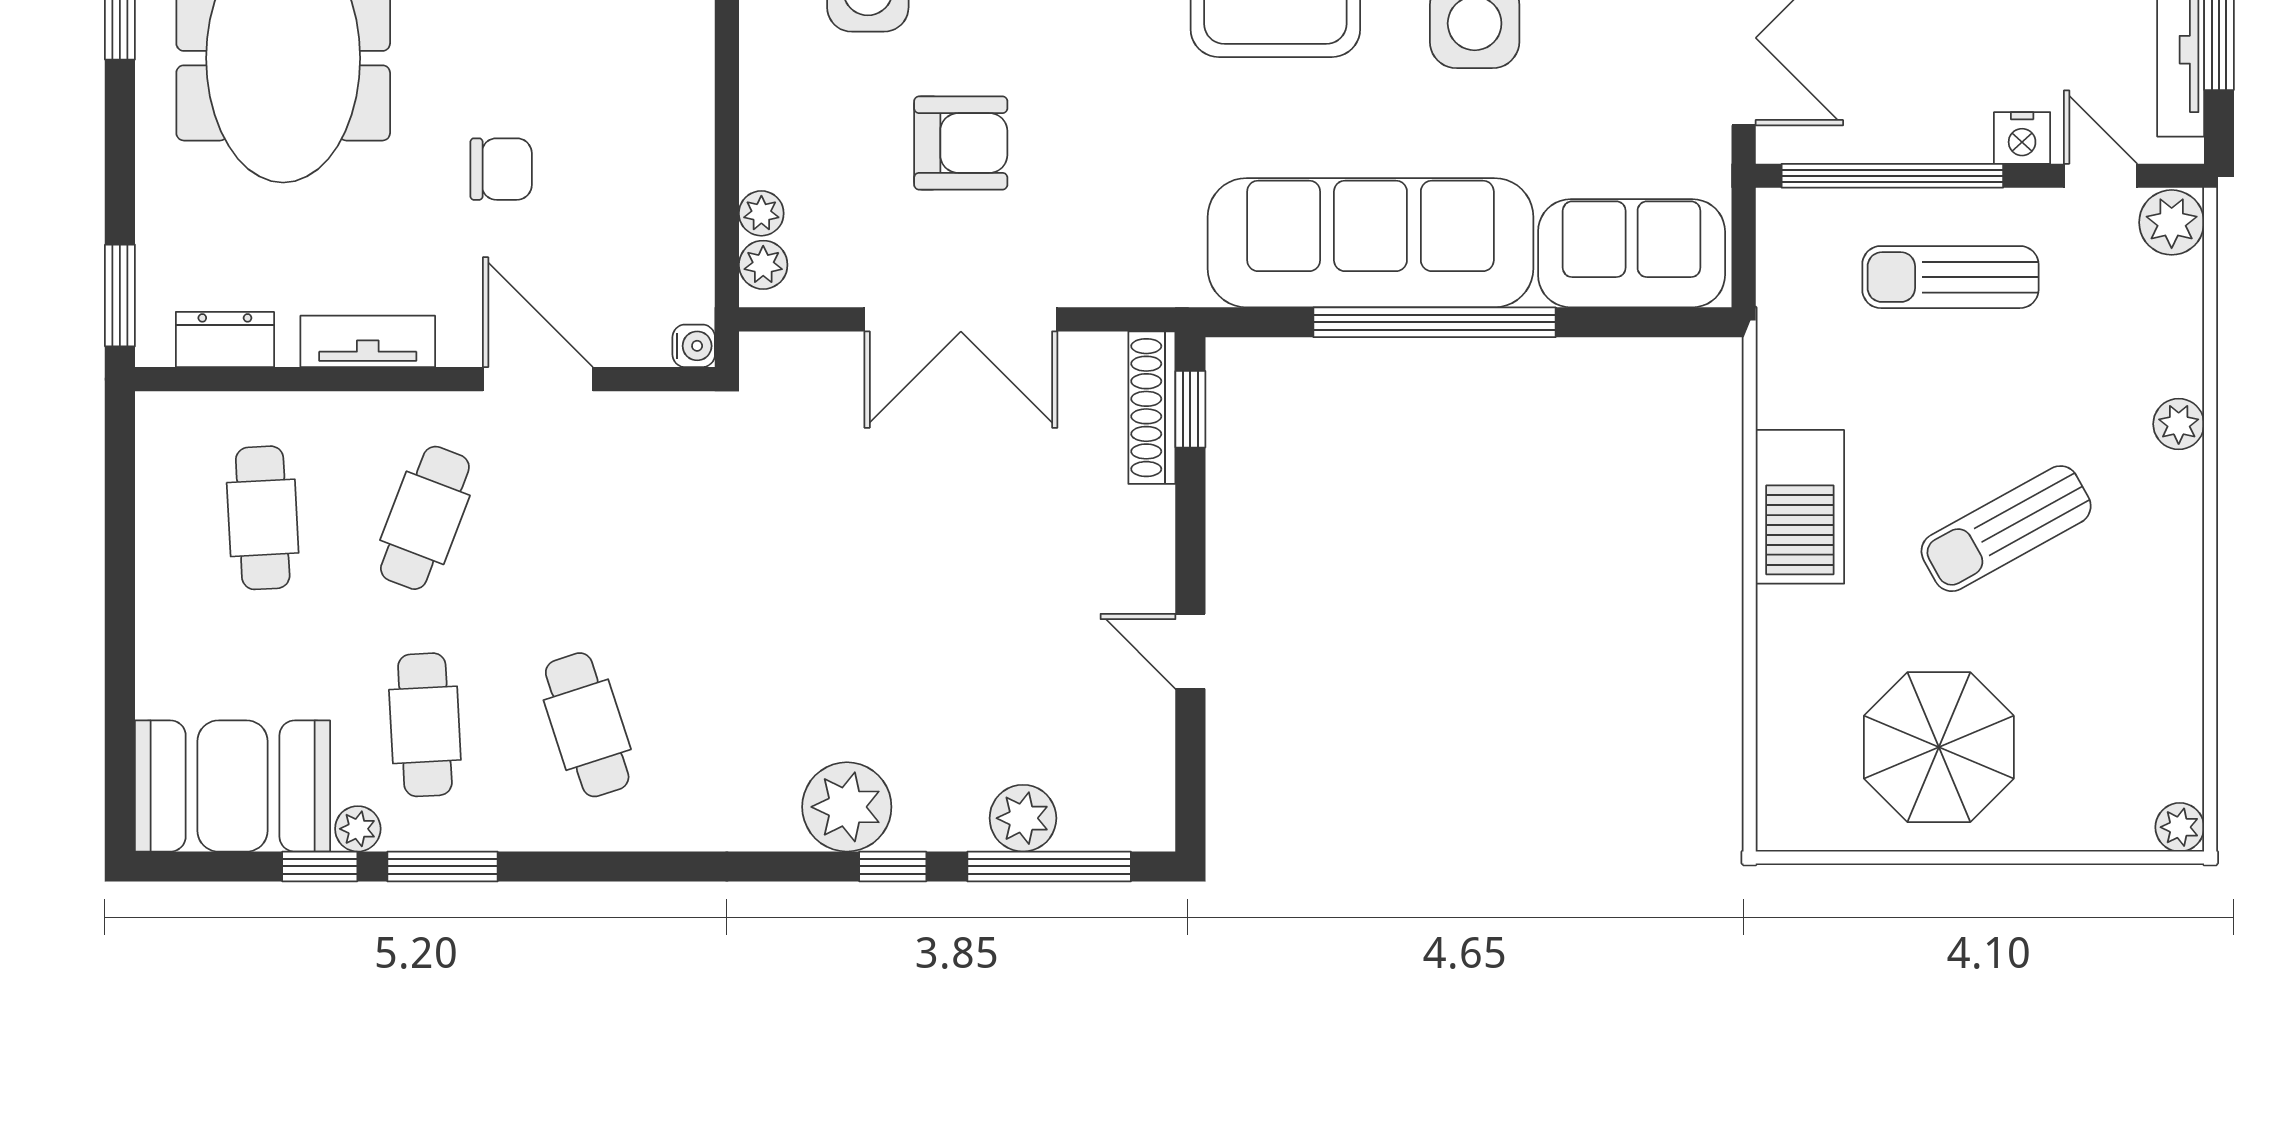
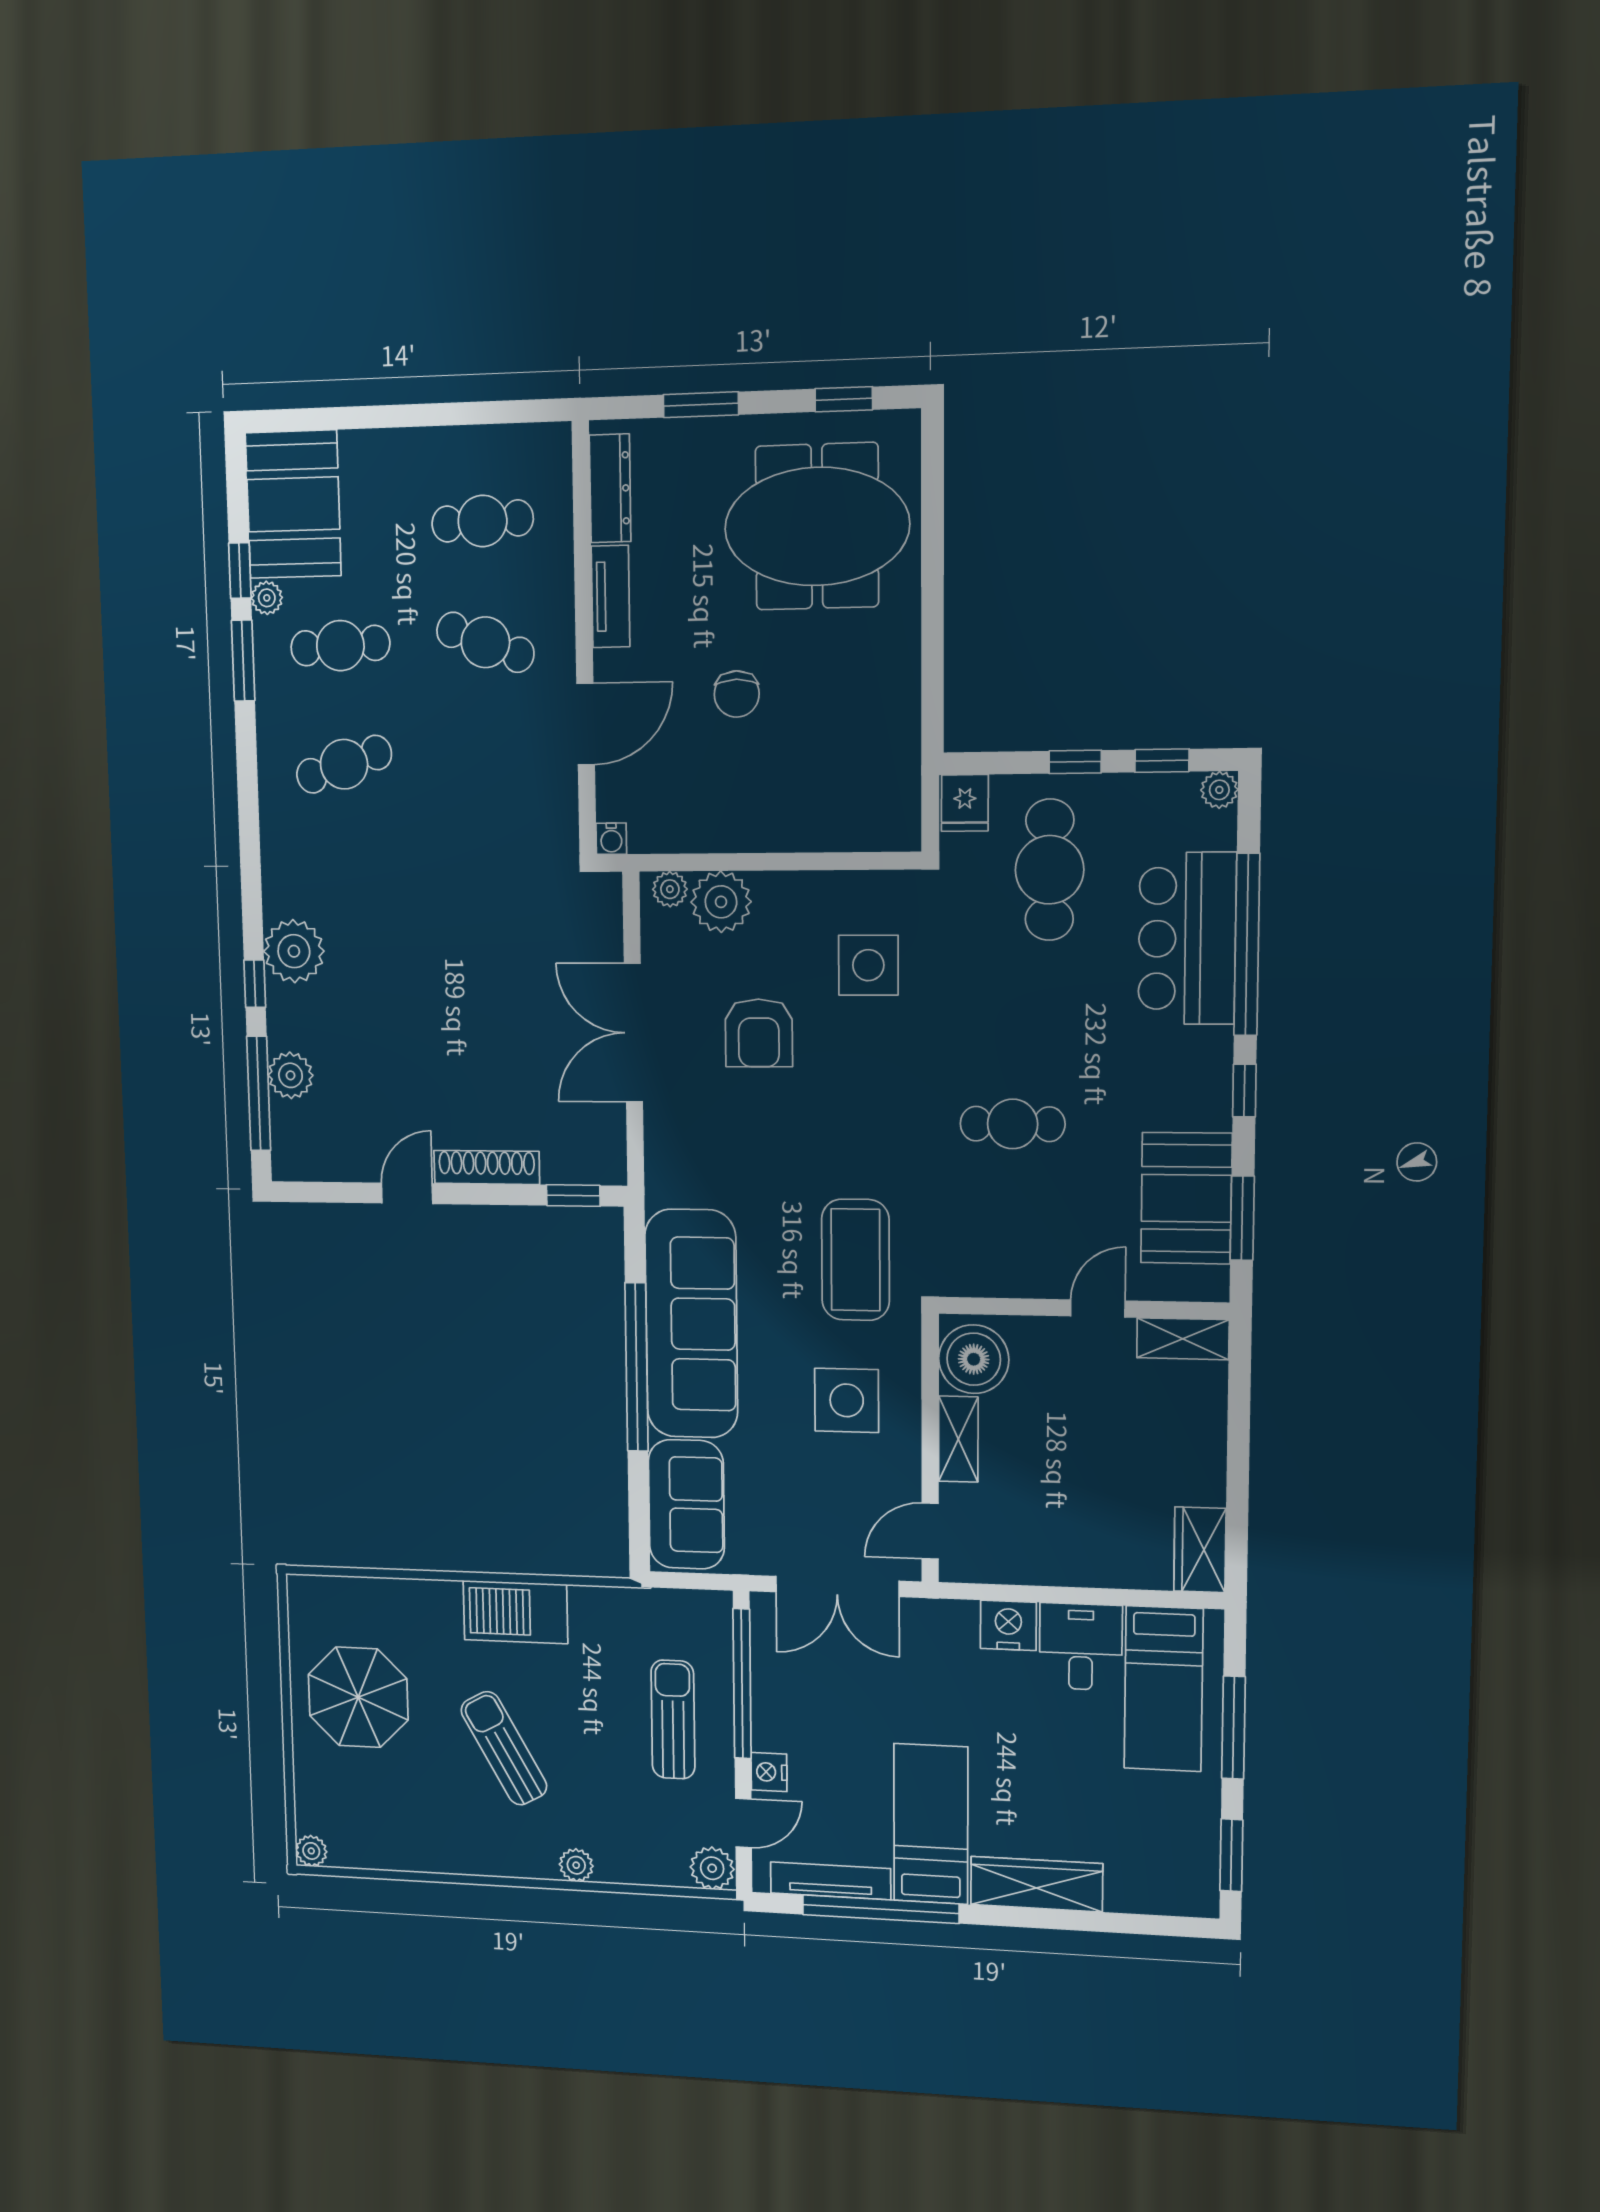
plant: (761, 213) -> (721, 902), width x1.88, depth x1.88
window: (120, 295) -> (701, 405), moved
dresser: (225, 339) -> (610, 488), width x1.44
shoe rack: (1152, 408) -> (487, 1167), moved

